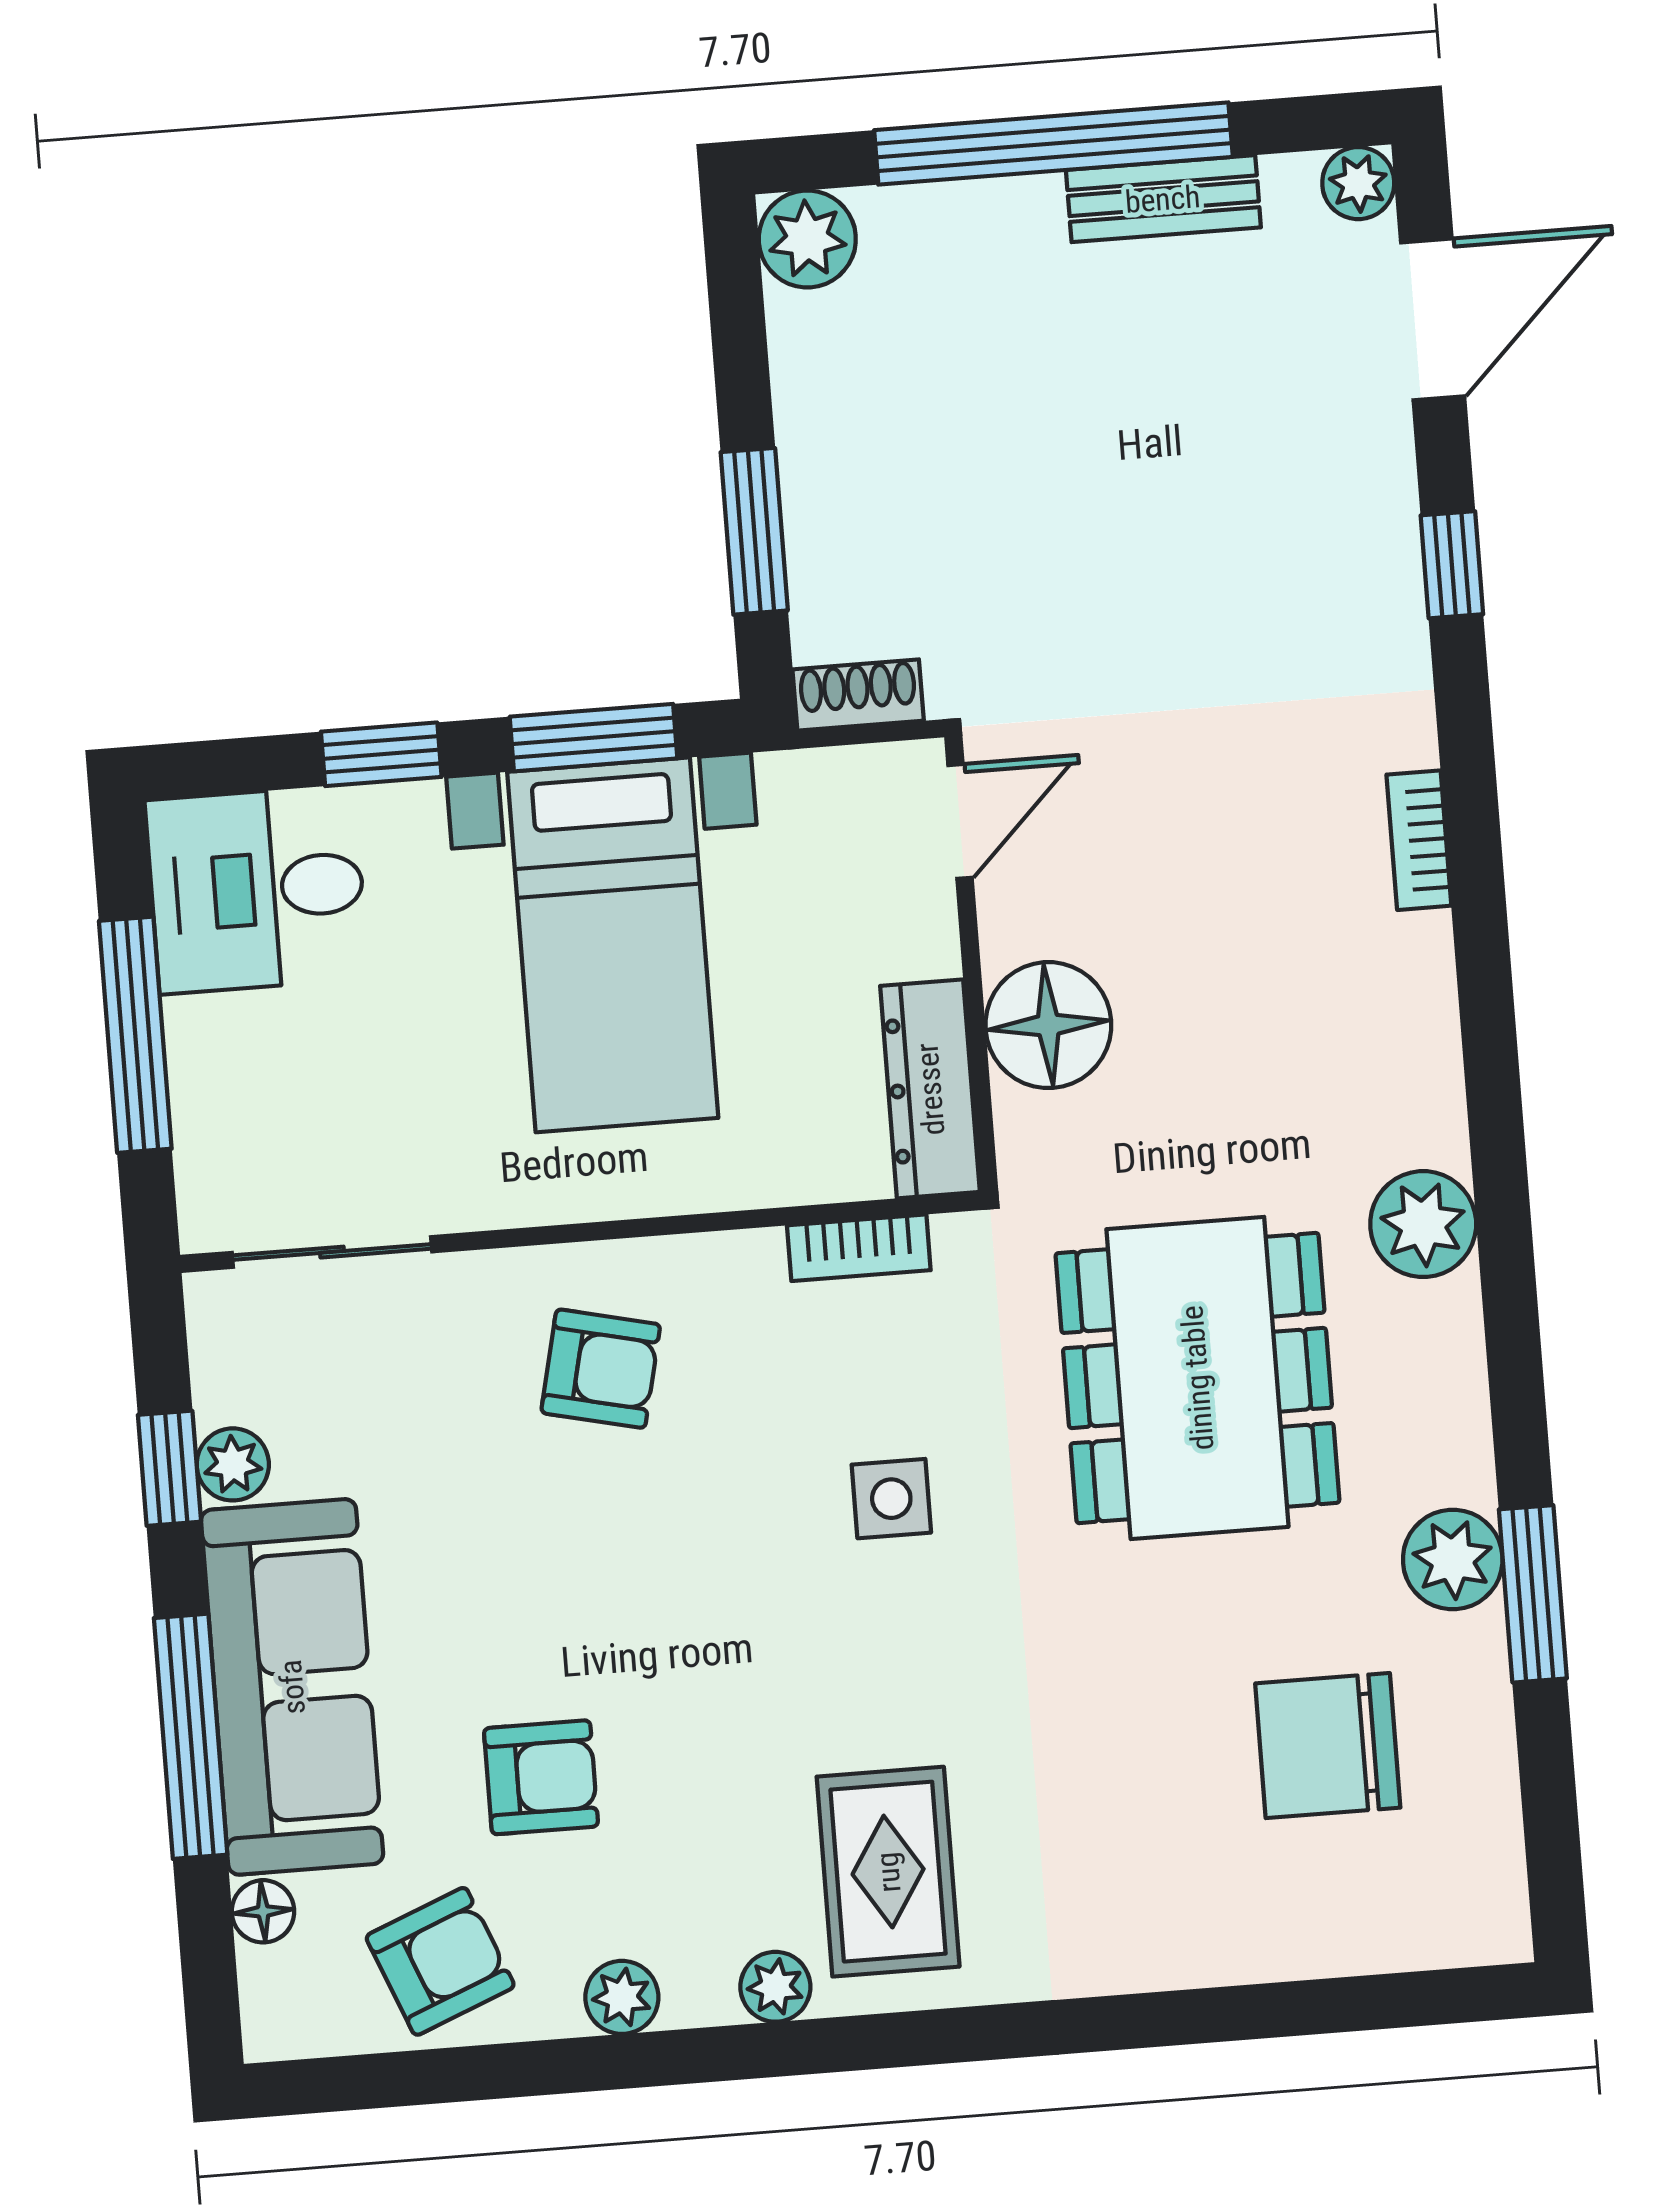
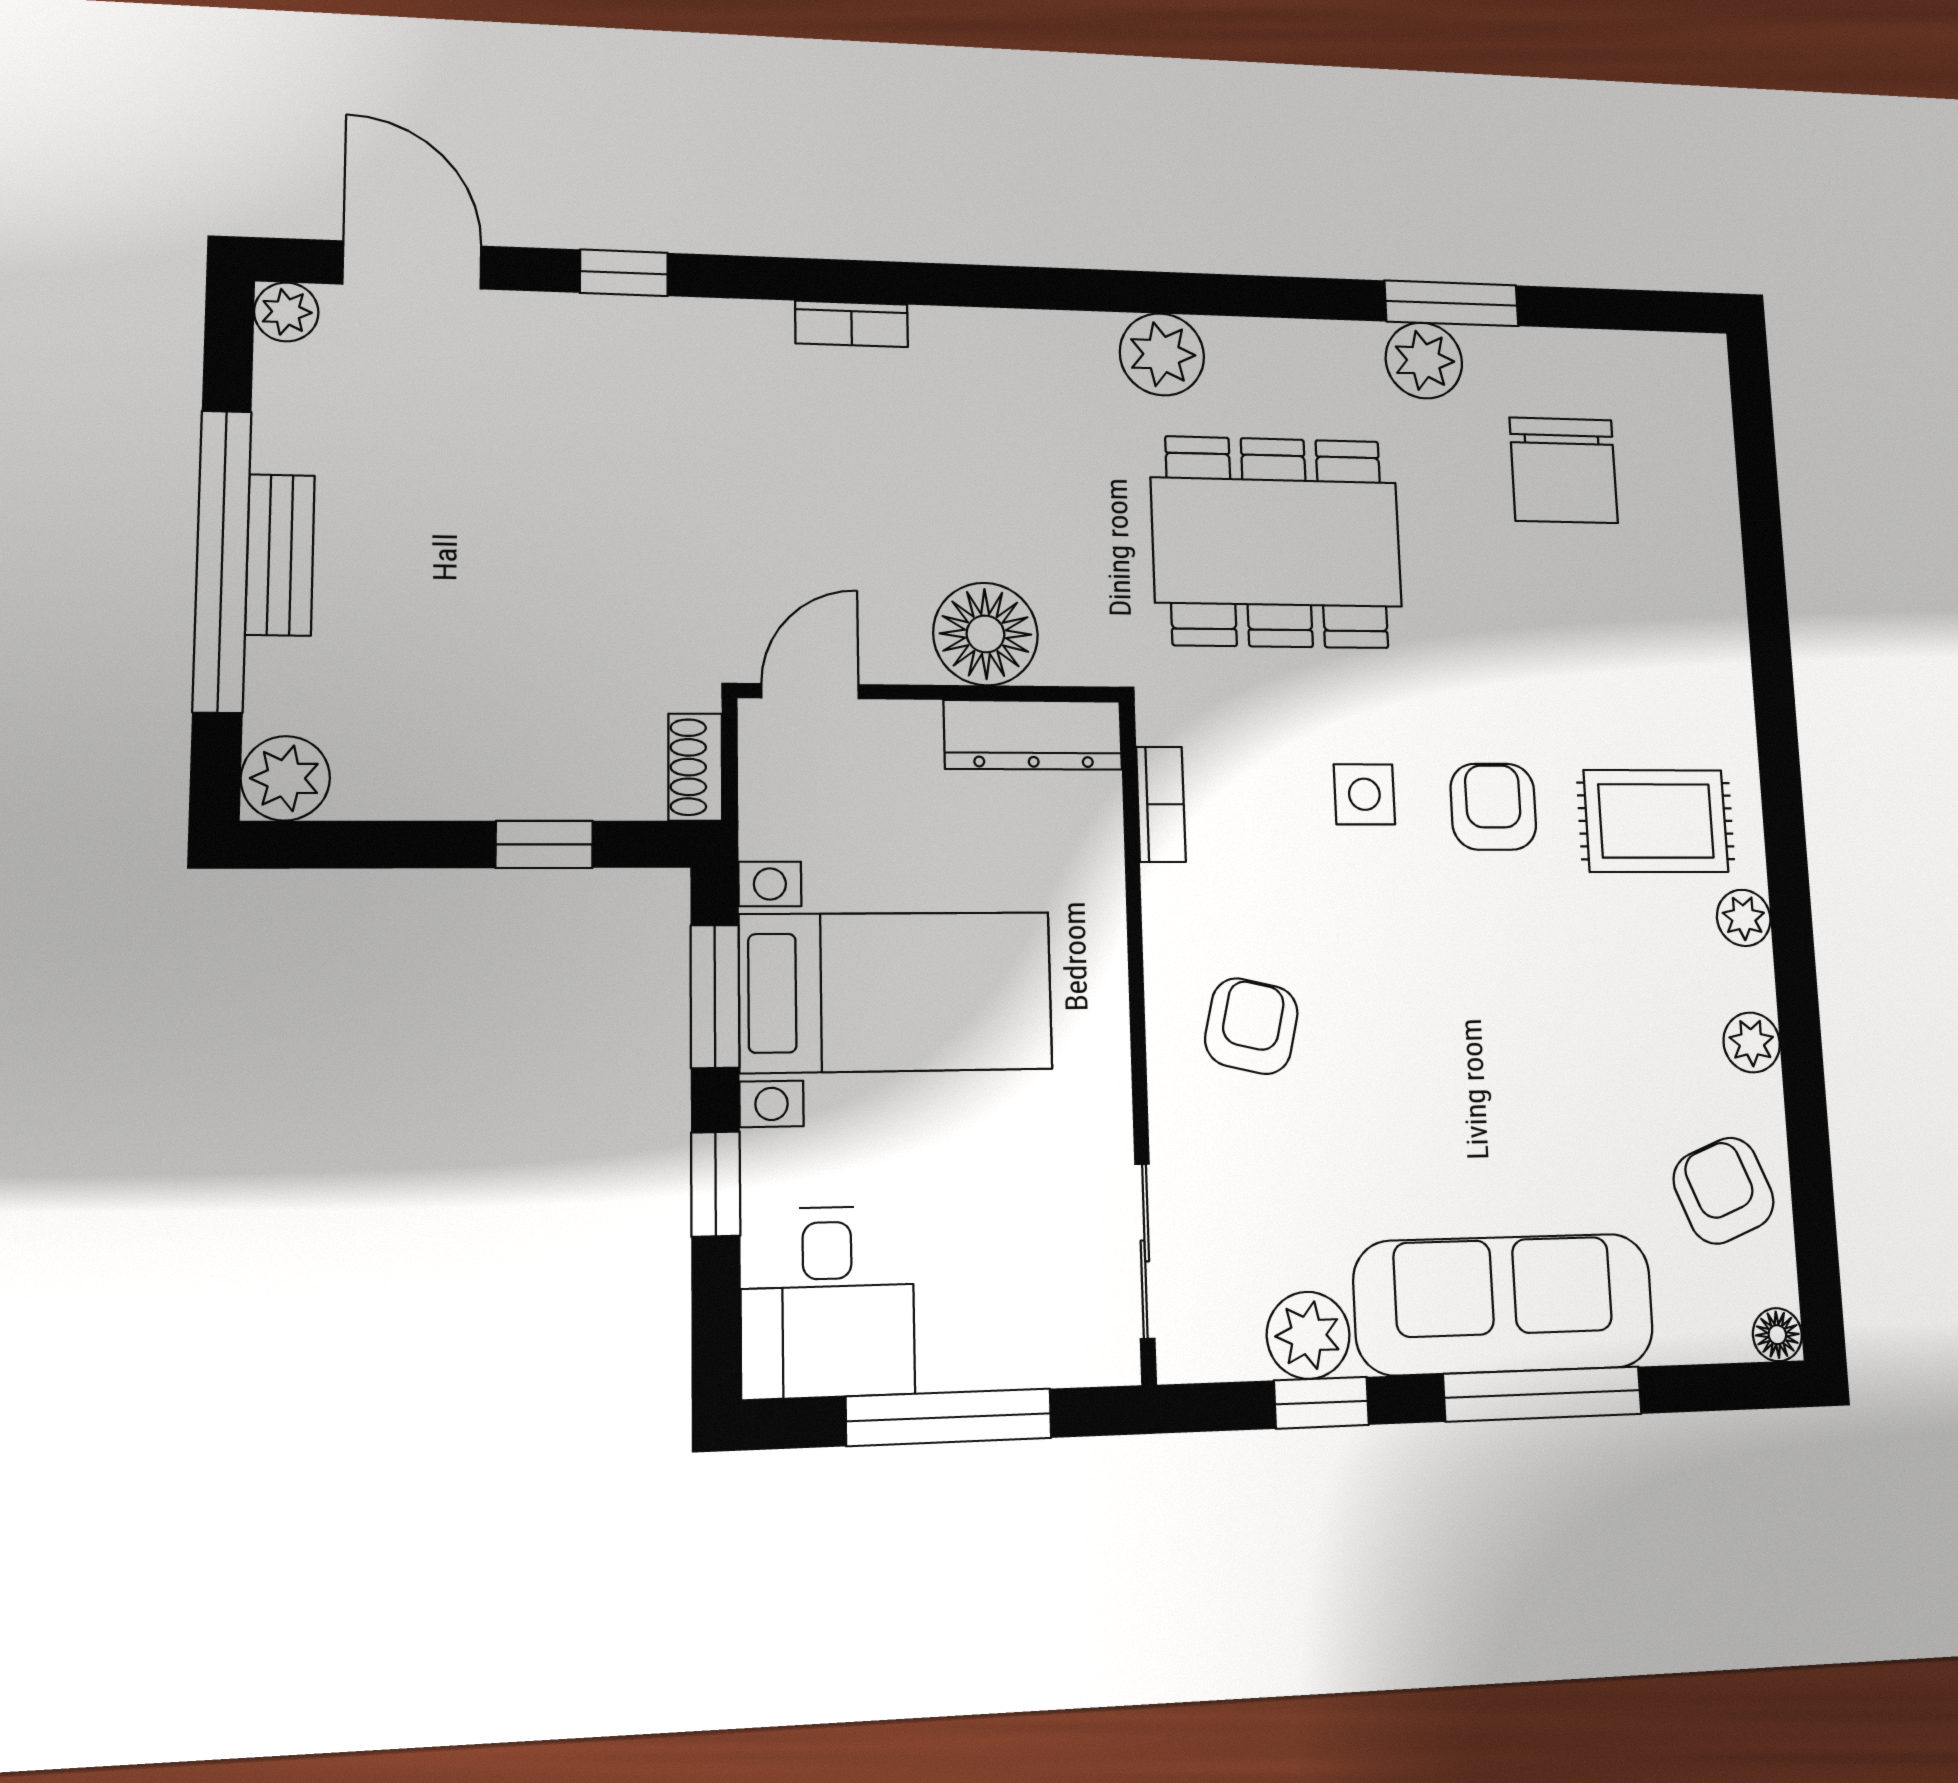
bench: (1163, 199) -> (280, 555), moved
window: (754, 531) -> (544, 844), width x0.67
door: (960, 821) -> (810, 691), hinge flipped
plant: (233, 1464) -> (1308, 1335), width x1.38, depth x1.38
armchair: (541, 1777) -> (1493, 807), moved
floor lamp: (263, 1911) -> (1777, 1335), moved

